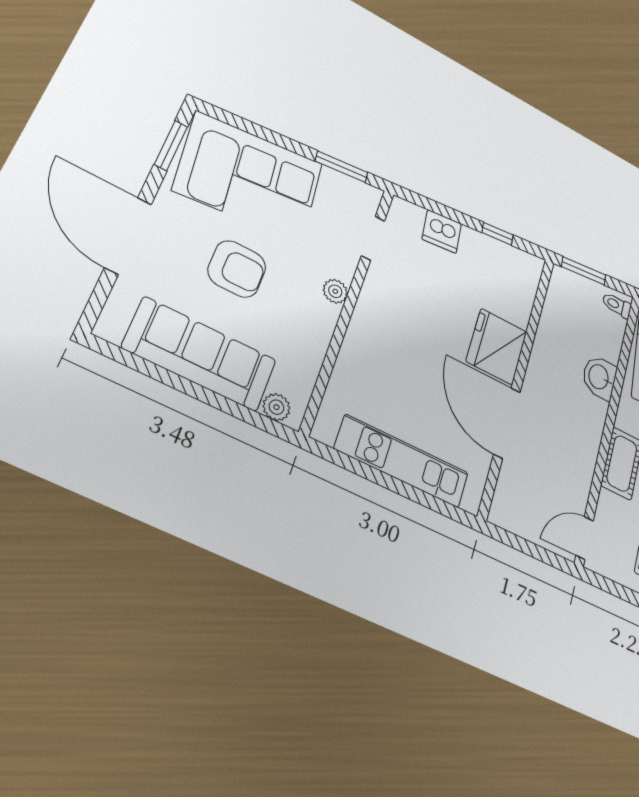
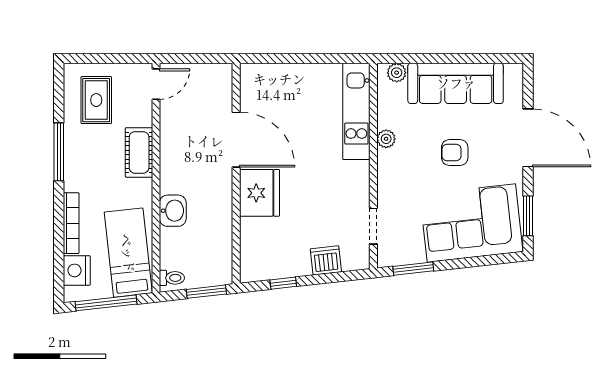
armchair: (237, 269) -> (455, 152), width x0.72, depth x0.72
plant: (335, 291) -> (386, 139), moved
kitchen unit: (402, 461) -> (356, 111), moved, turned 90

